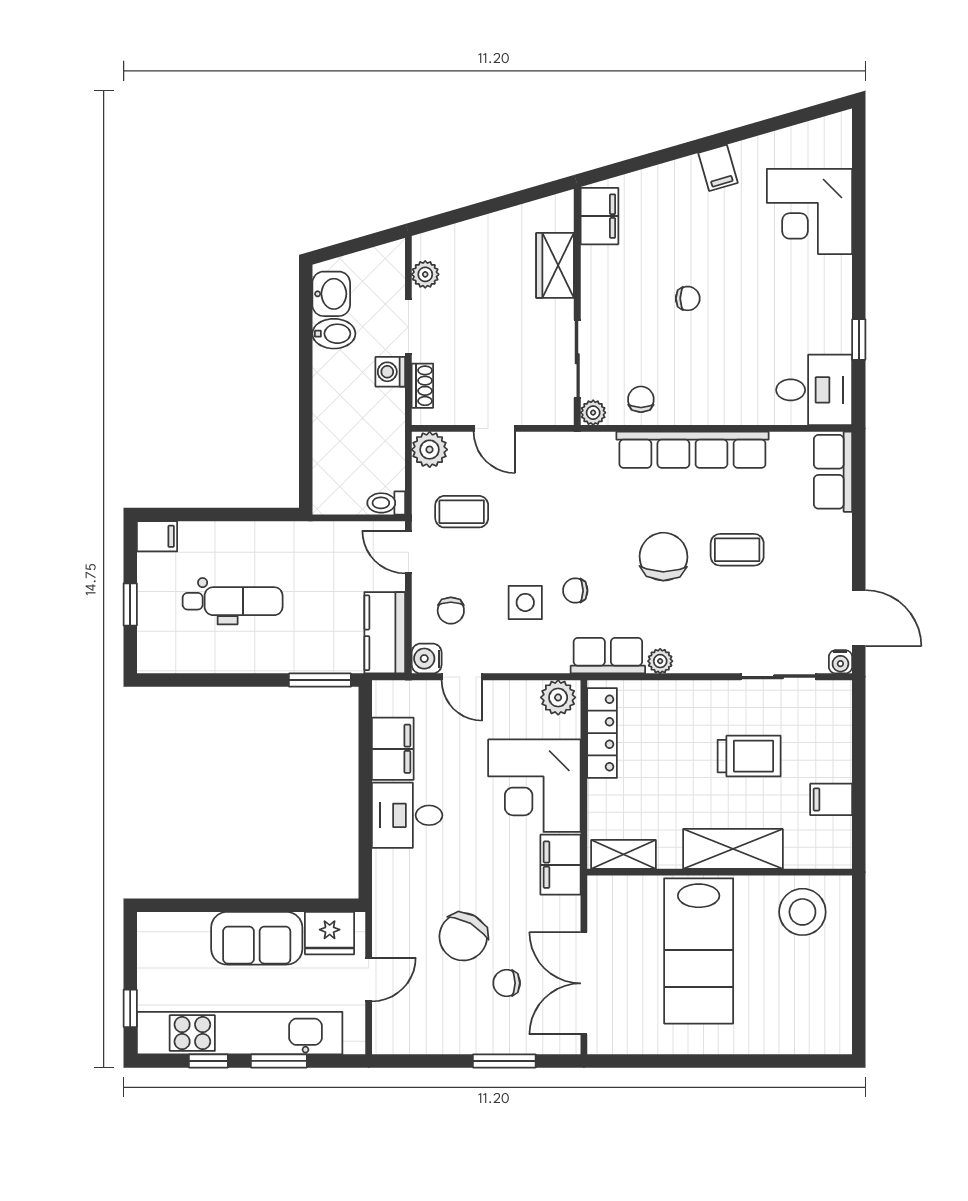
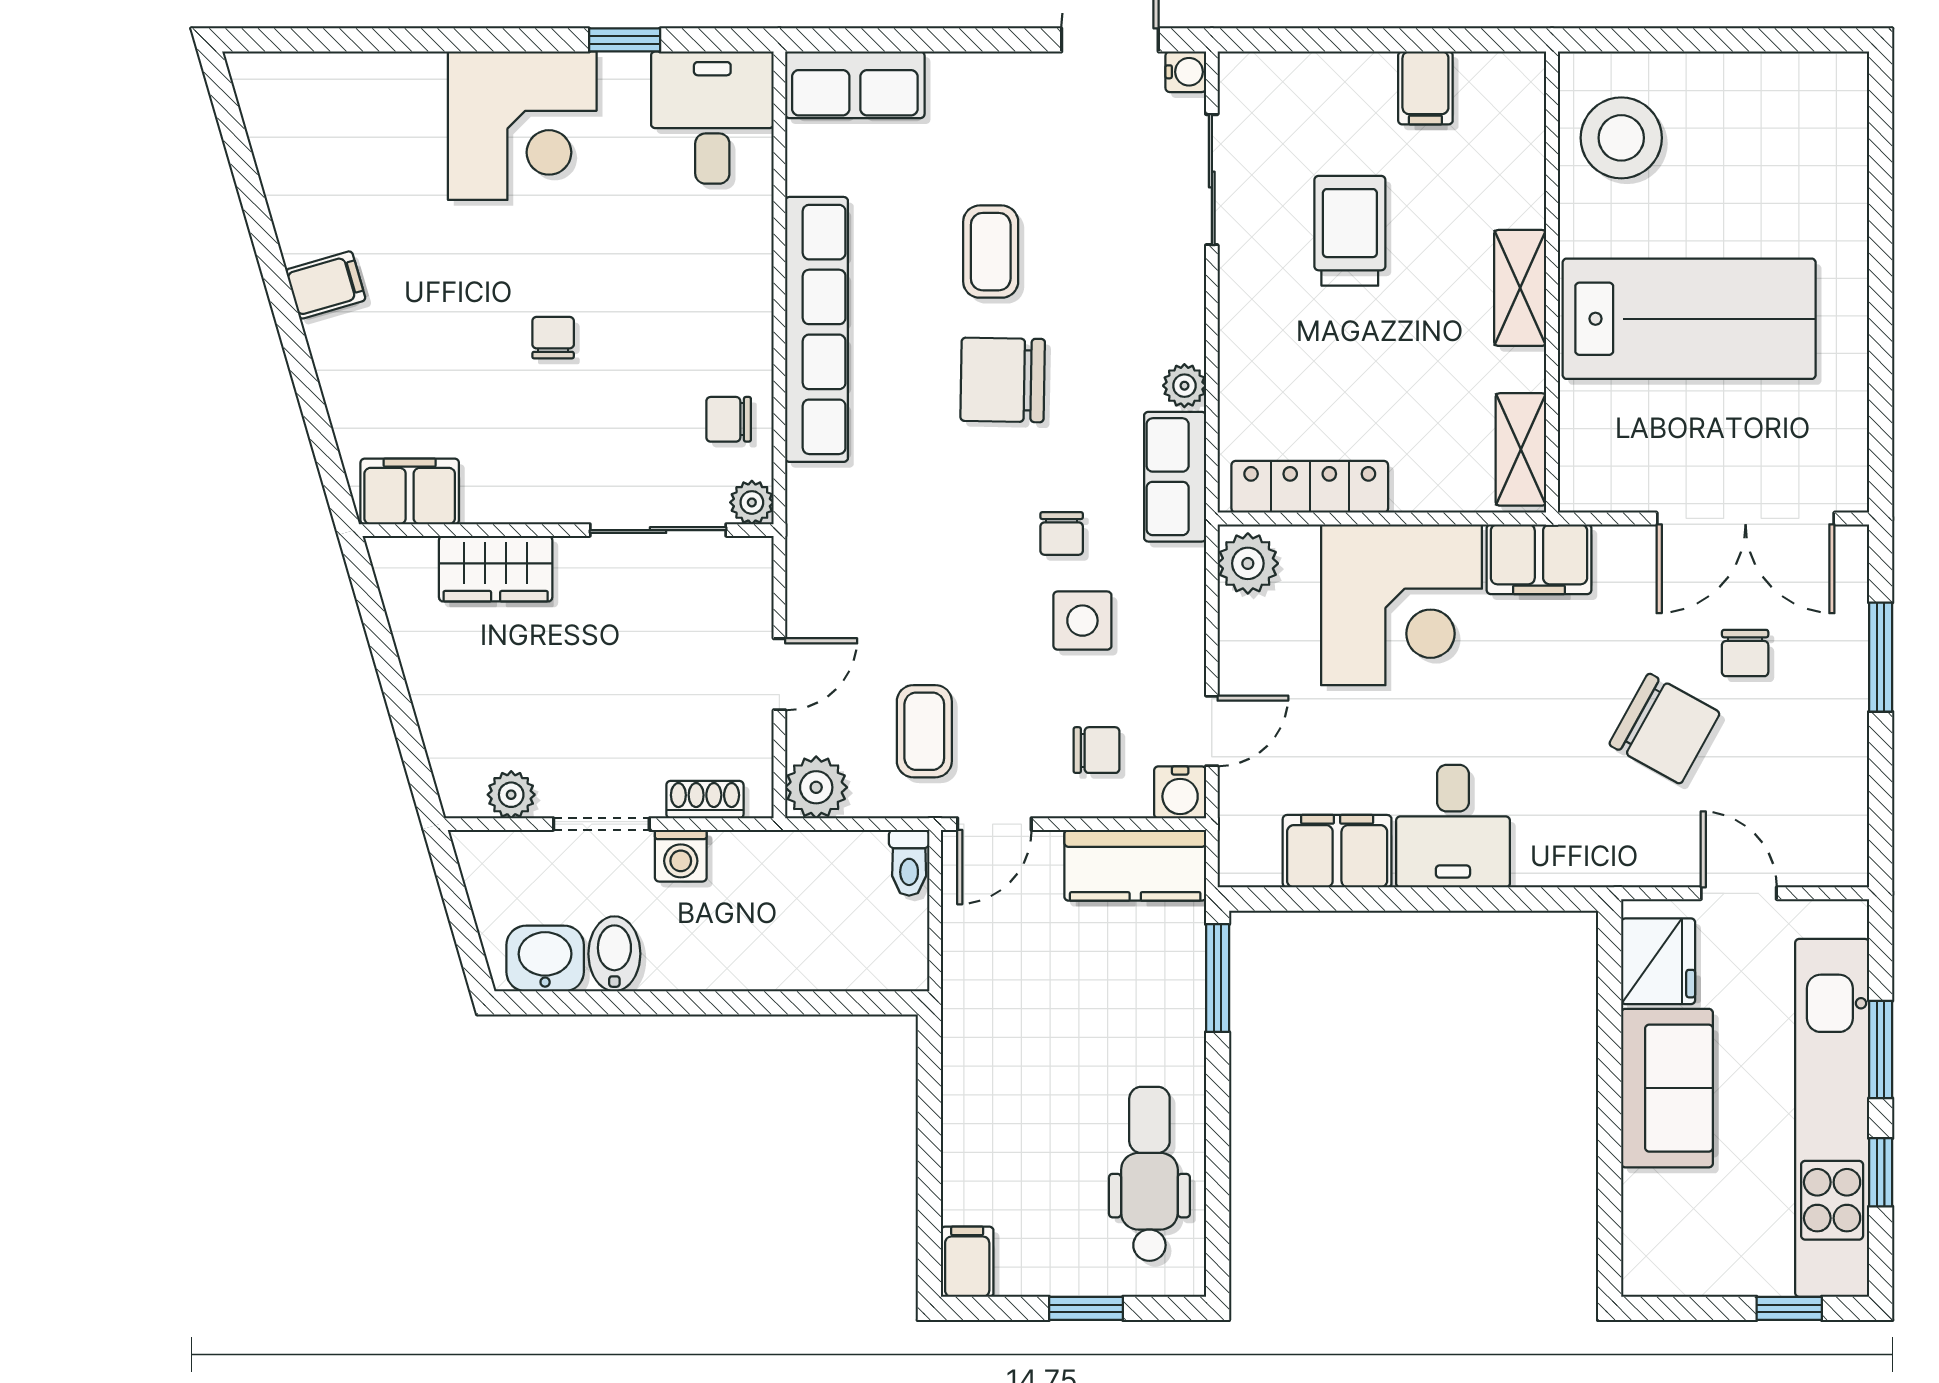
corner desk: (809, 211) -> (522, 126), moved
dental chair: (233, 601) -> (1149, 1174), moved
shelving: (733, 849) -> (1520, 288), width x0.67, depth x0.75

